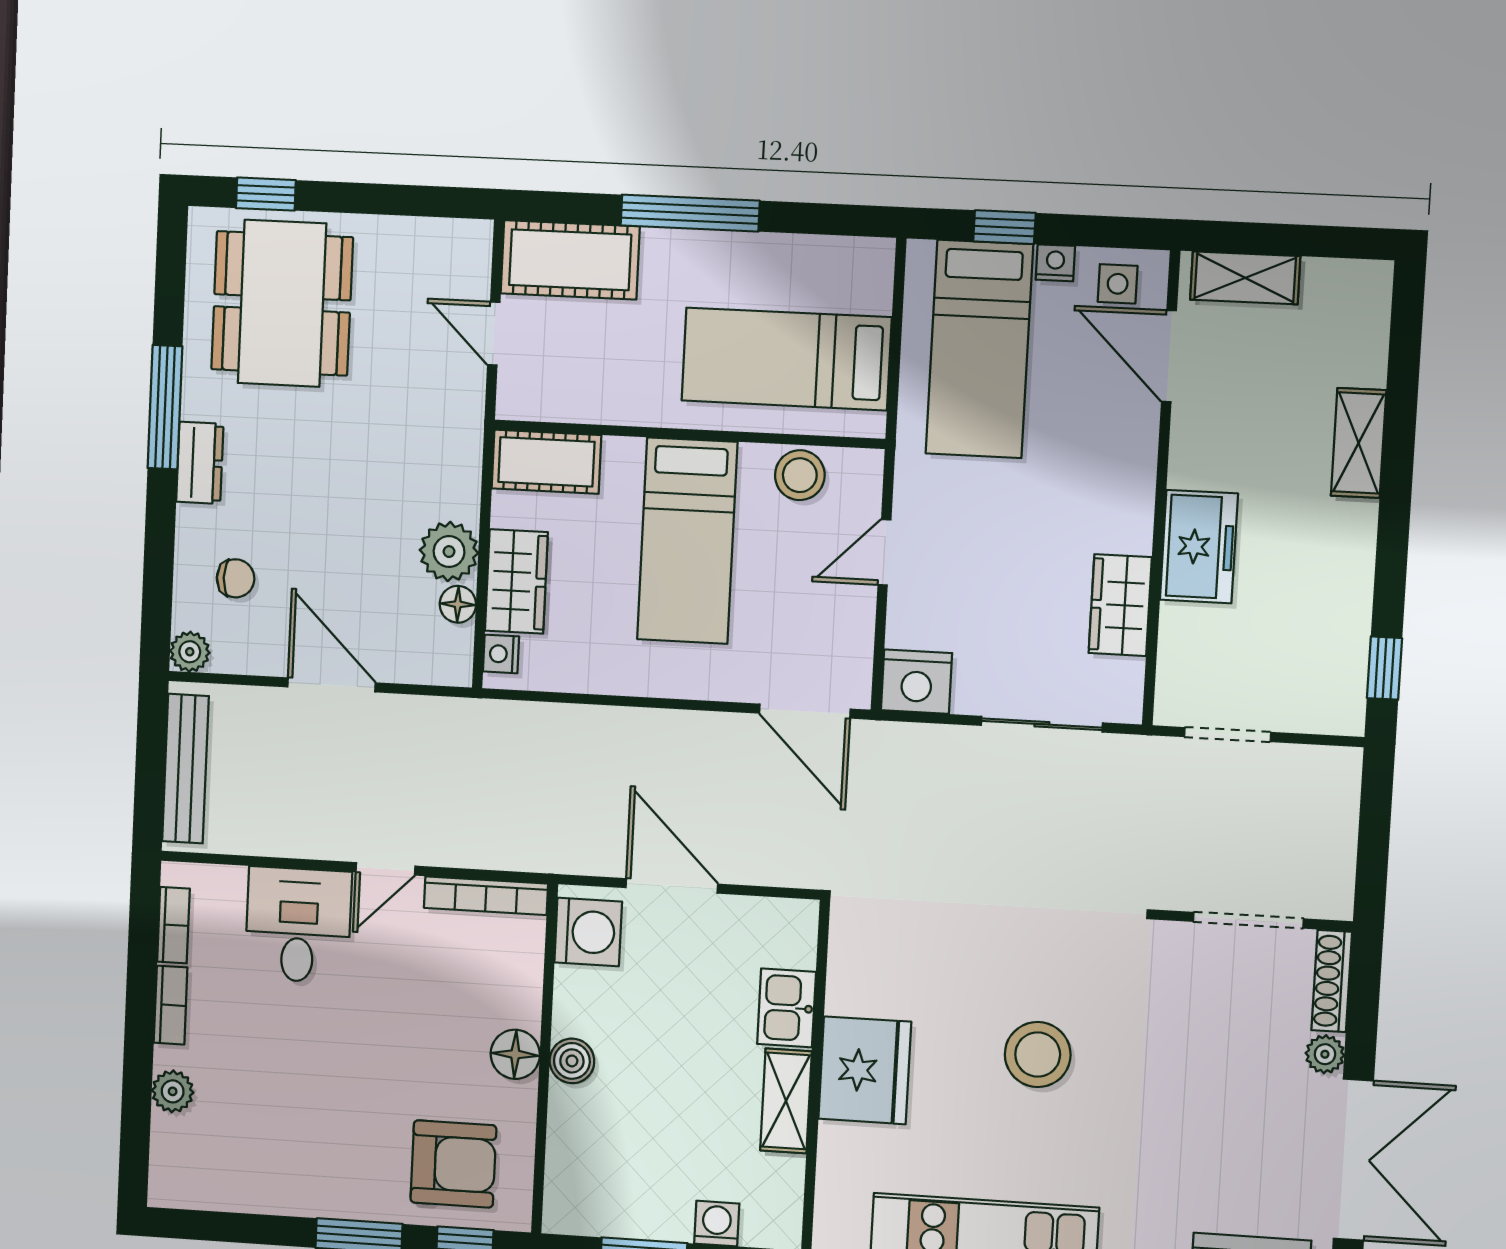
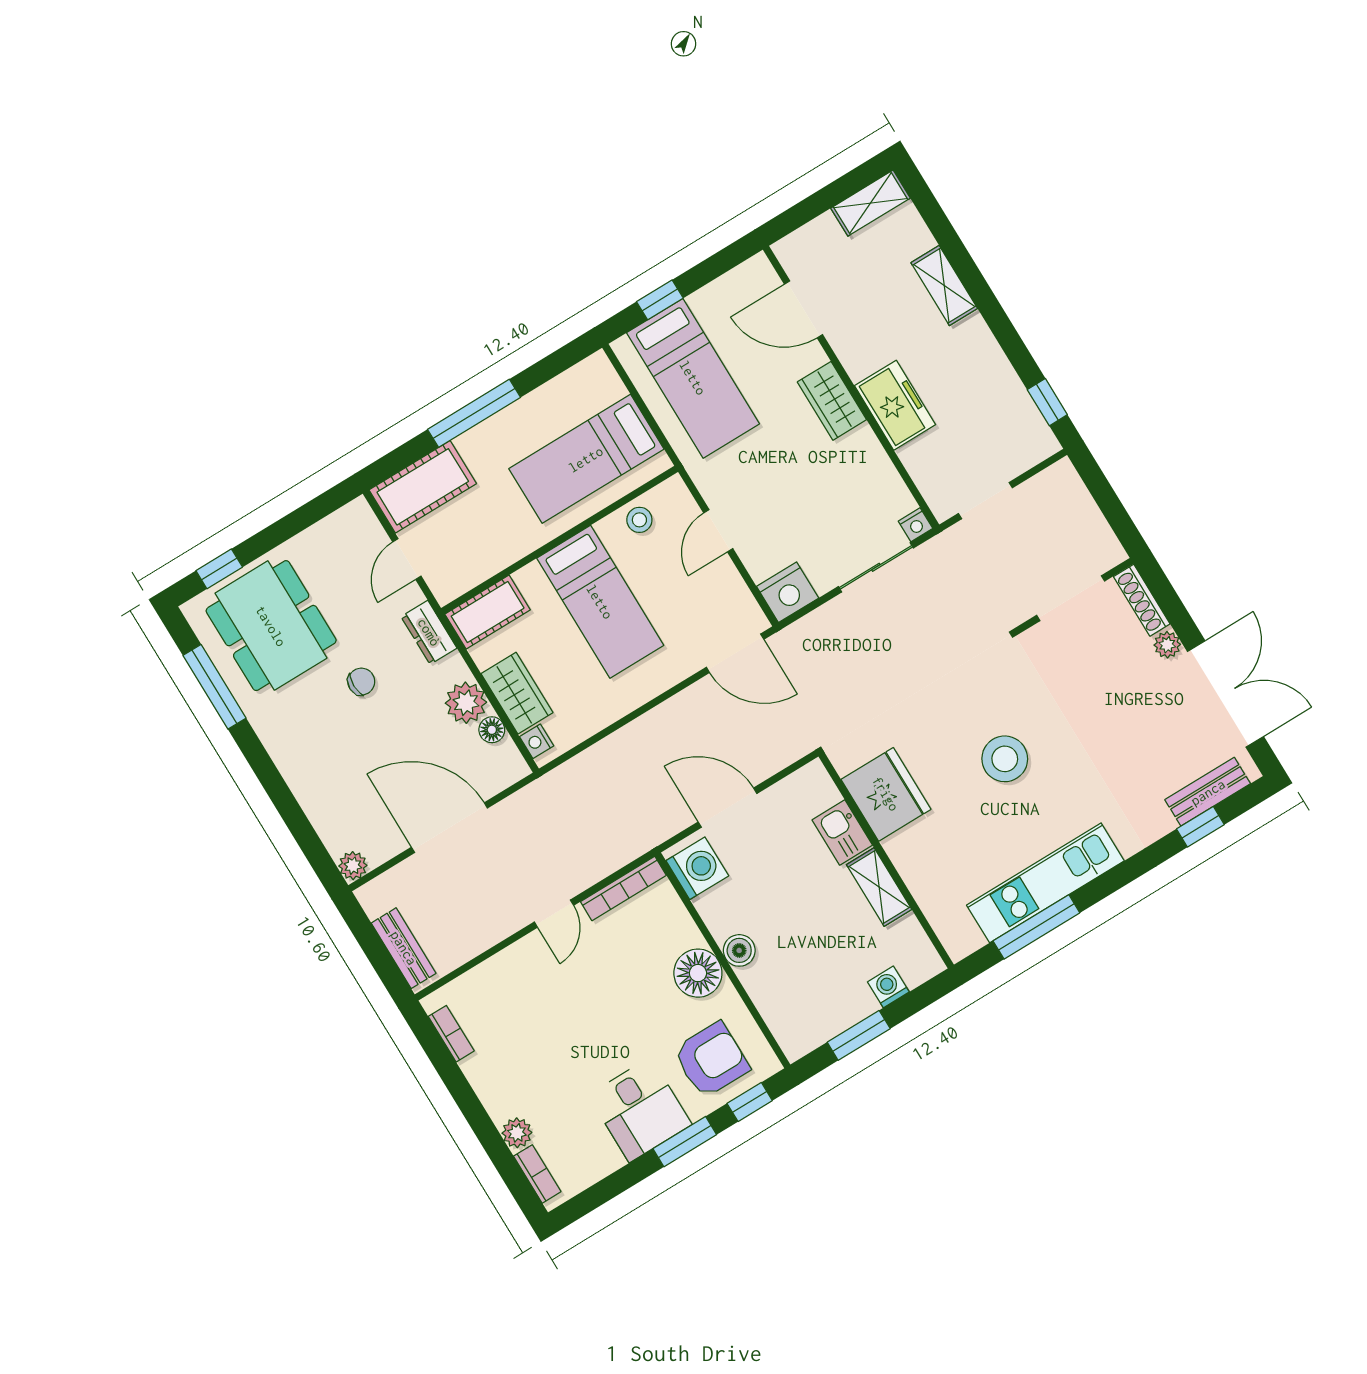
nightstand: (1055, 263) -> (915, 525), moved, turned 180
shelving: (1245, 278) -> (870, 203), moved
side table: (1118, 284) -> (746, 288), removed
door: (494, 333) -> (407, 559), hinge flipped
window: (165, 407) -> (214, 687), moved
dresser: (200, 463) -> (429, 632), moved, turned 180
stool: (800, 475) -> (639, 520), width x0.73, depth x0.73
chair: (236, 578) -> (361, 682), moved
wardrobe: (1120, 605) -> (832, 401), moved
door: (331, 685) -> (449, 828), width x1.36
bench: (185, 769) -> (404, 948), width x0.73
desk: (298, 925) -> (640, 1110), moved, turned 180
bookcase: (171, 1005) -> (537, 1174), moved
floor lamp: (515, 1054) -> (698, 973), width x1.38, depth x1.38
fridge: (865, 1070) -> (886, 794), moved

